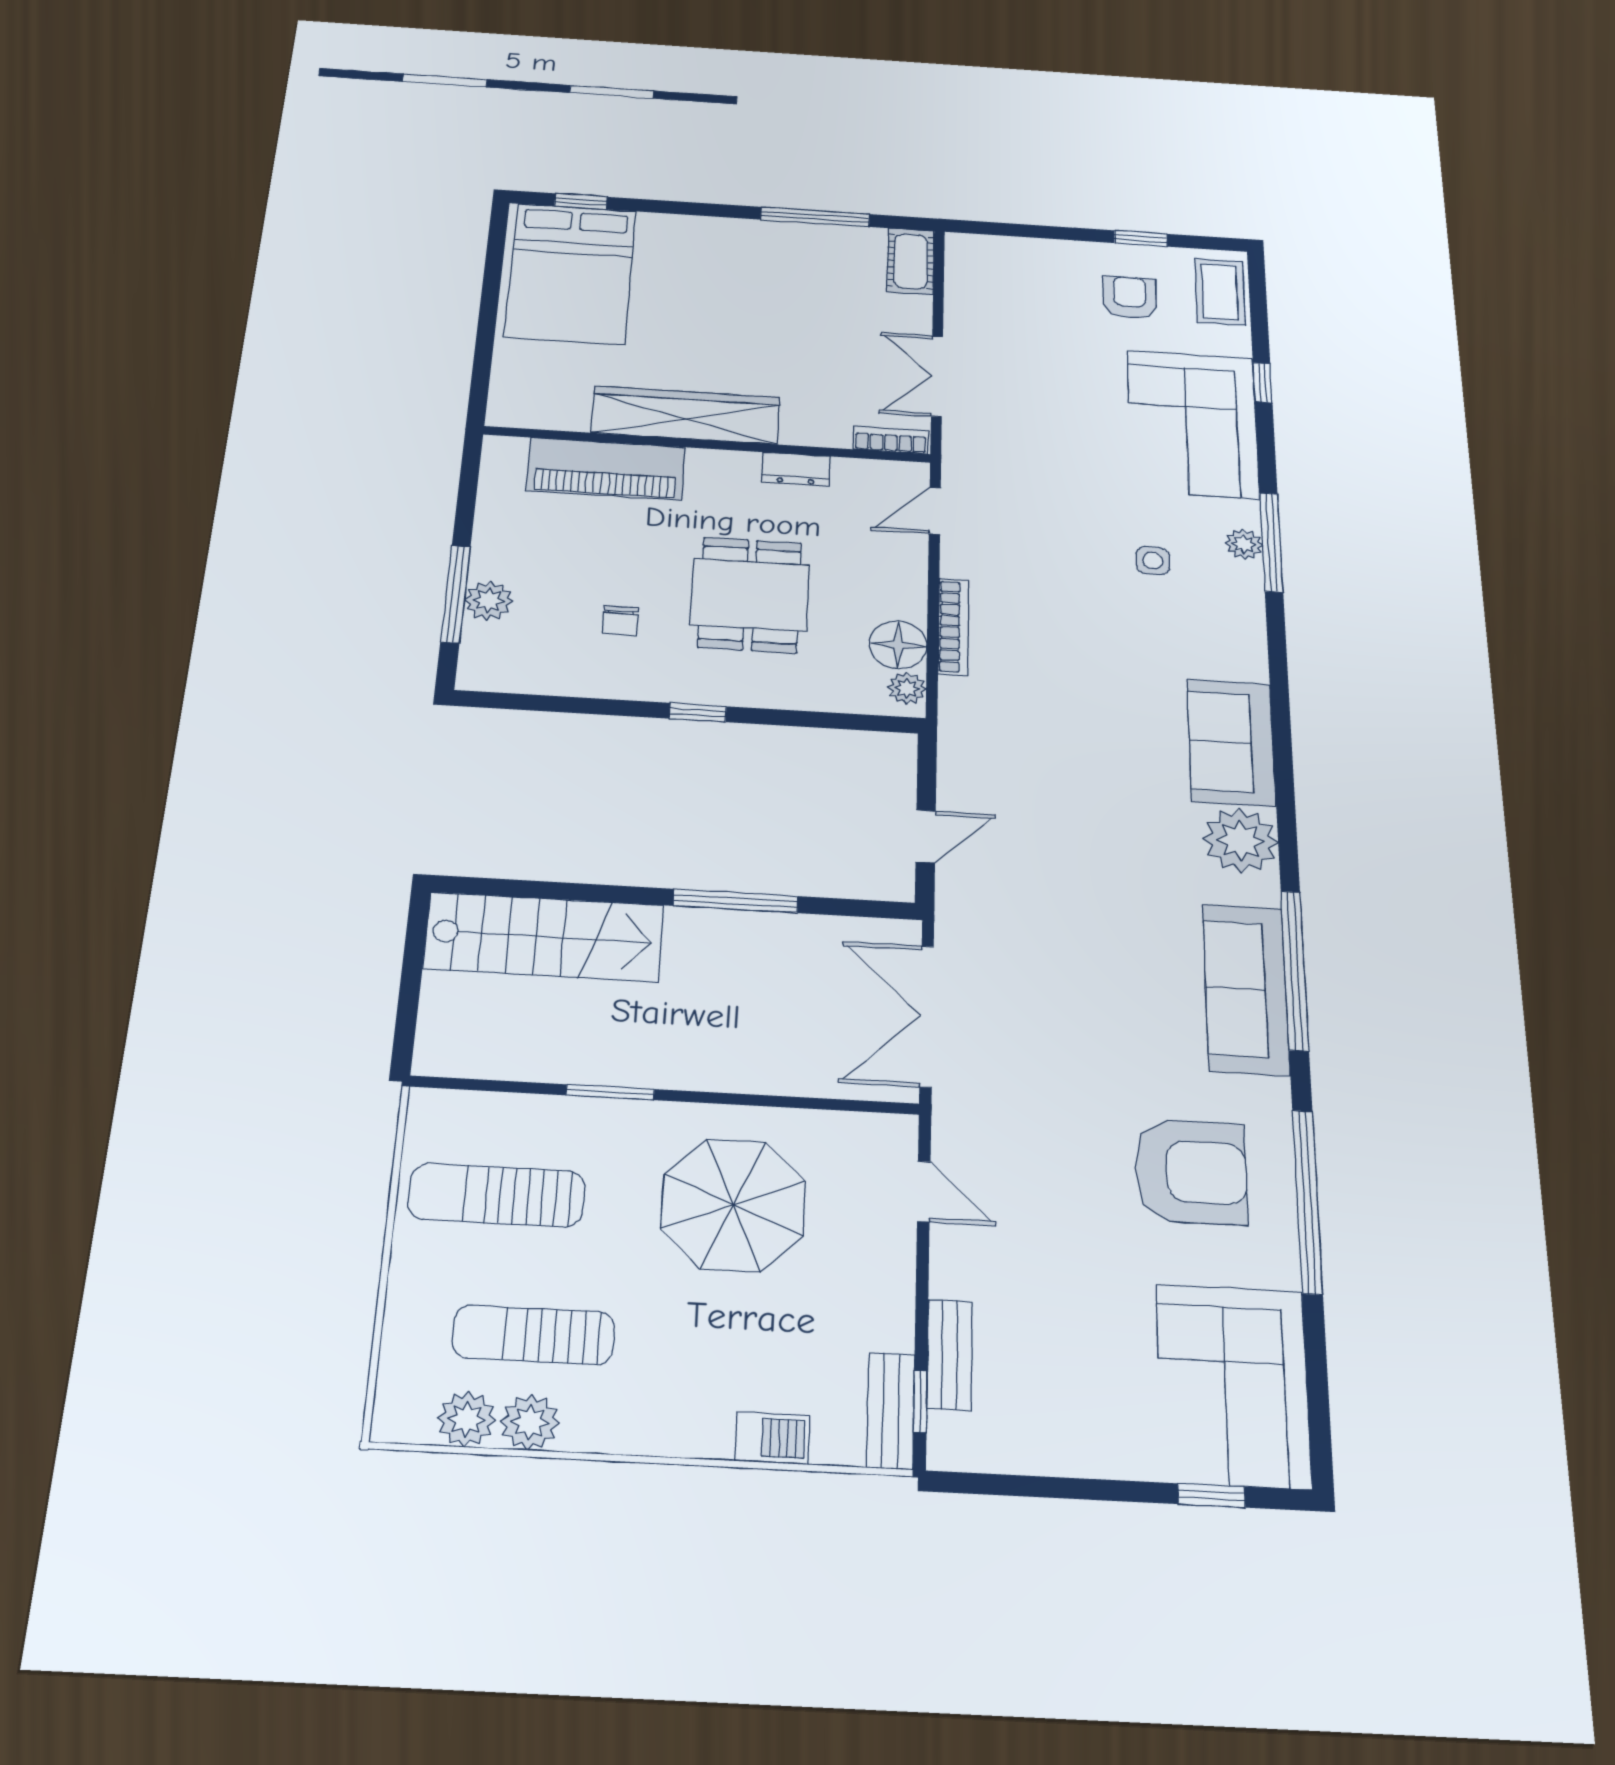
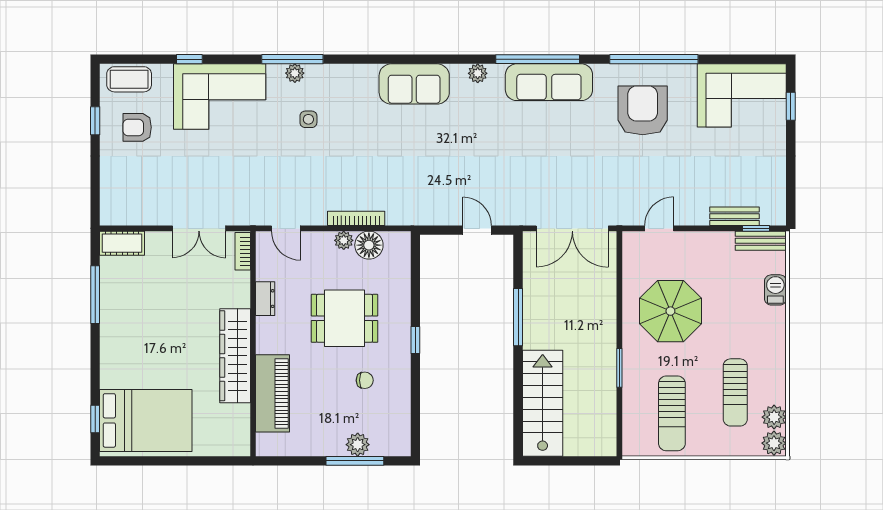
plant: (907, 688) -> (344, 240), moved
plant: (1240, 841) -> (478, 73), width x0.53, depth x0.53
plant: (530, 1422) -> (774, 443), moved

